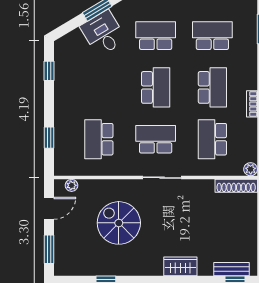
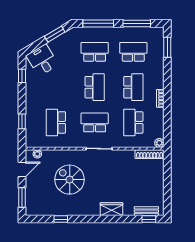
desk: (103, 33) -> (42, 60), moved

